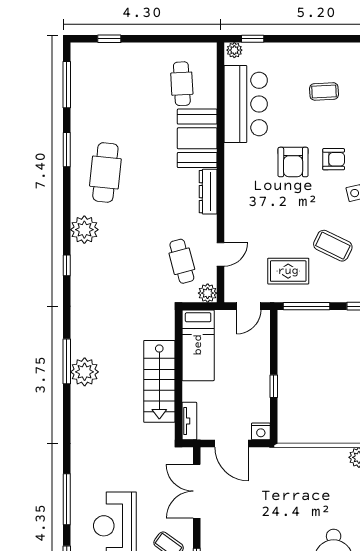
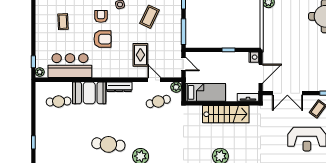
rug: (288, 271) -> (140, 55), moved

